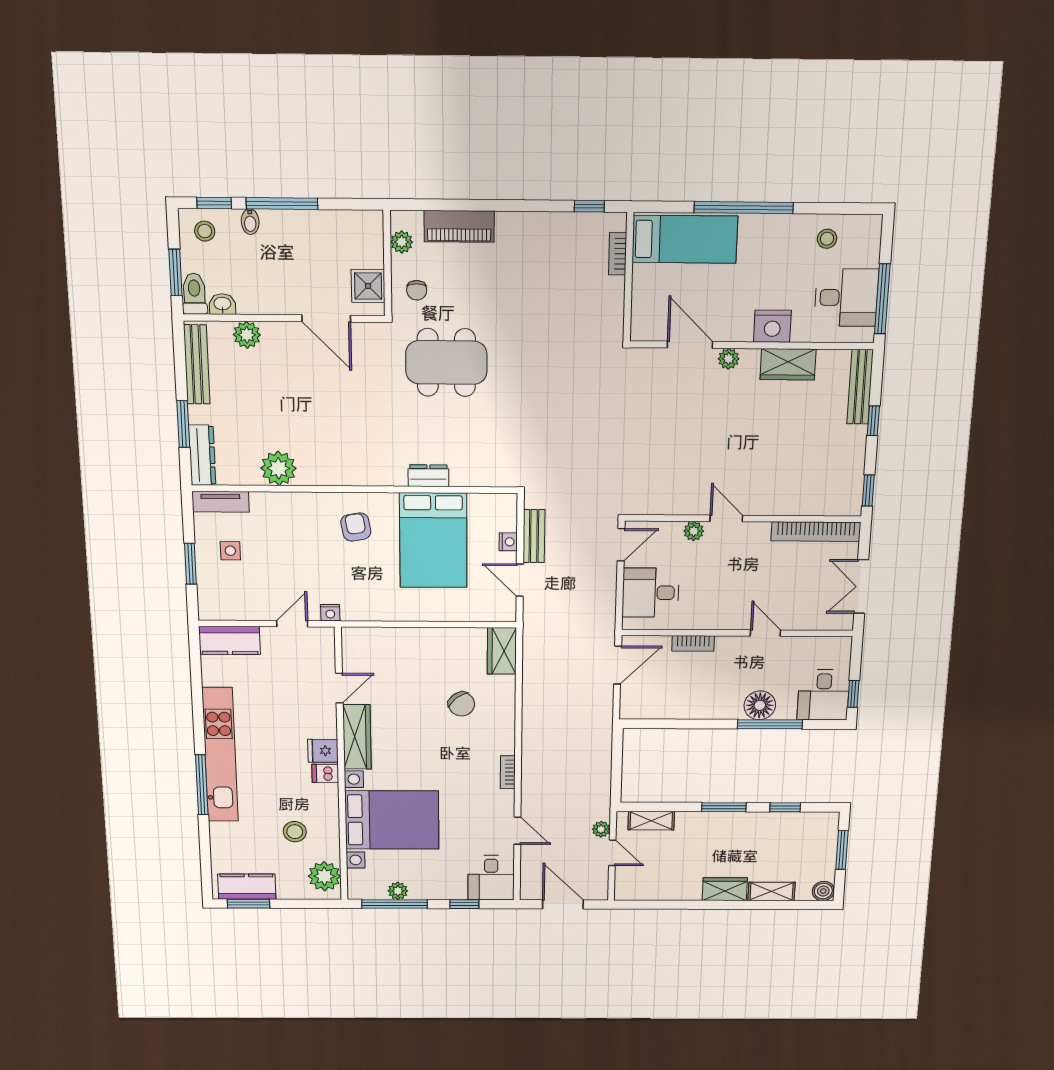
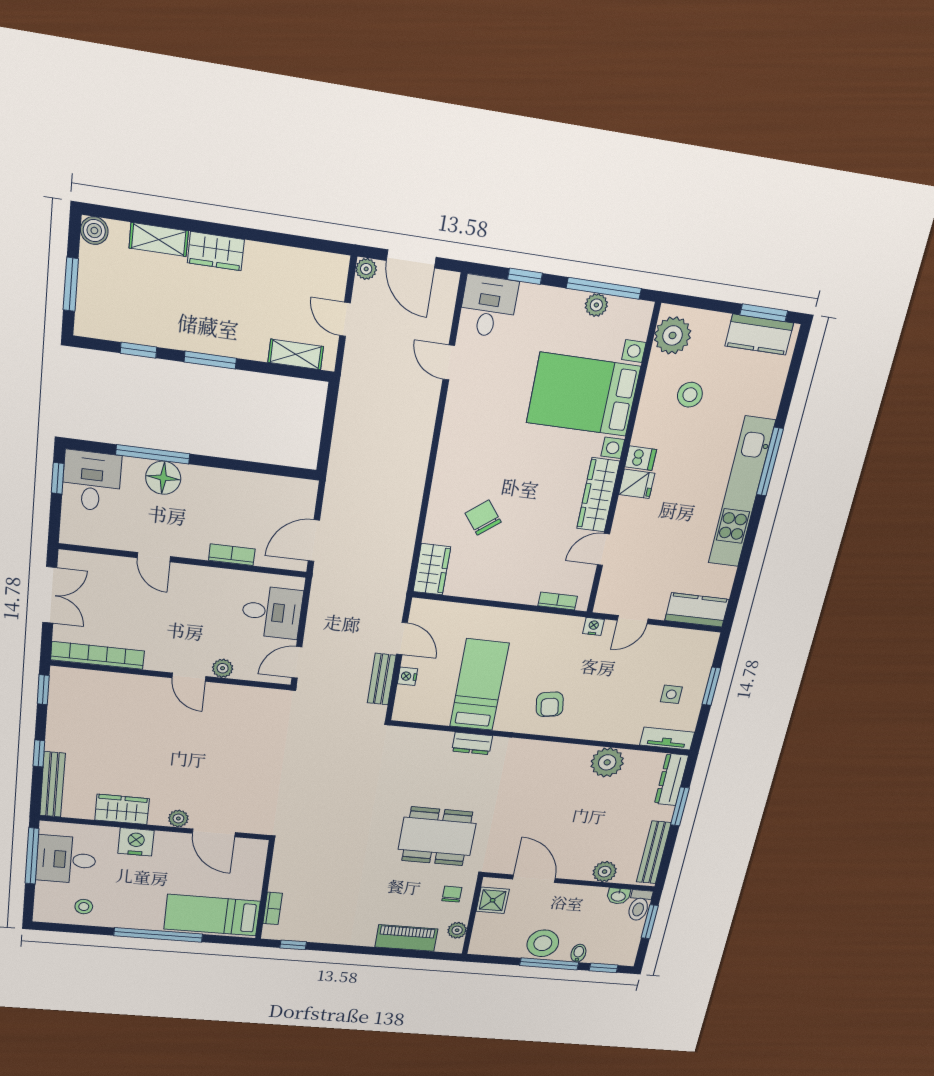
stool: (205, 231) -> (543, 943), moved, width x1.89, depth x1.89
bed: (433, 540) -> (479, 685), width x0.67
bookcase: (508, 772) -> (558, 601), moved, turned -90
plant: (601, 829) -> (366, 269), moved

